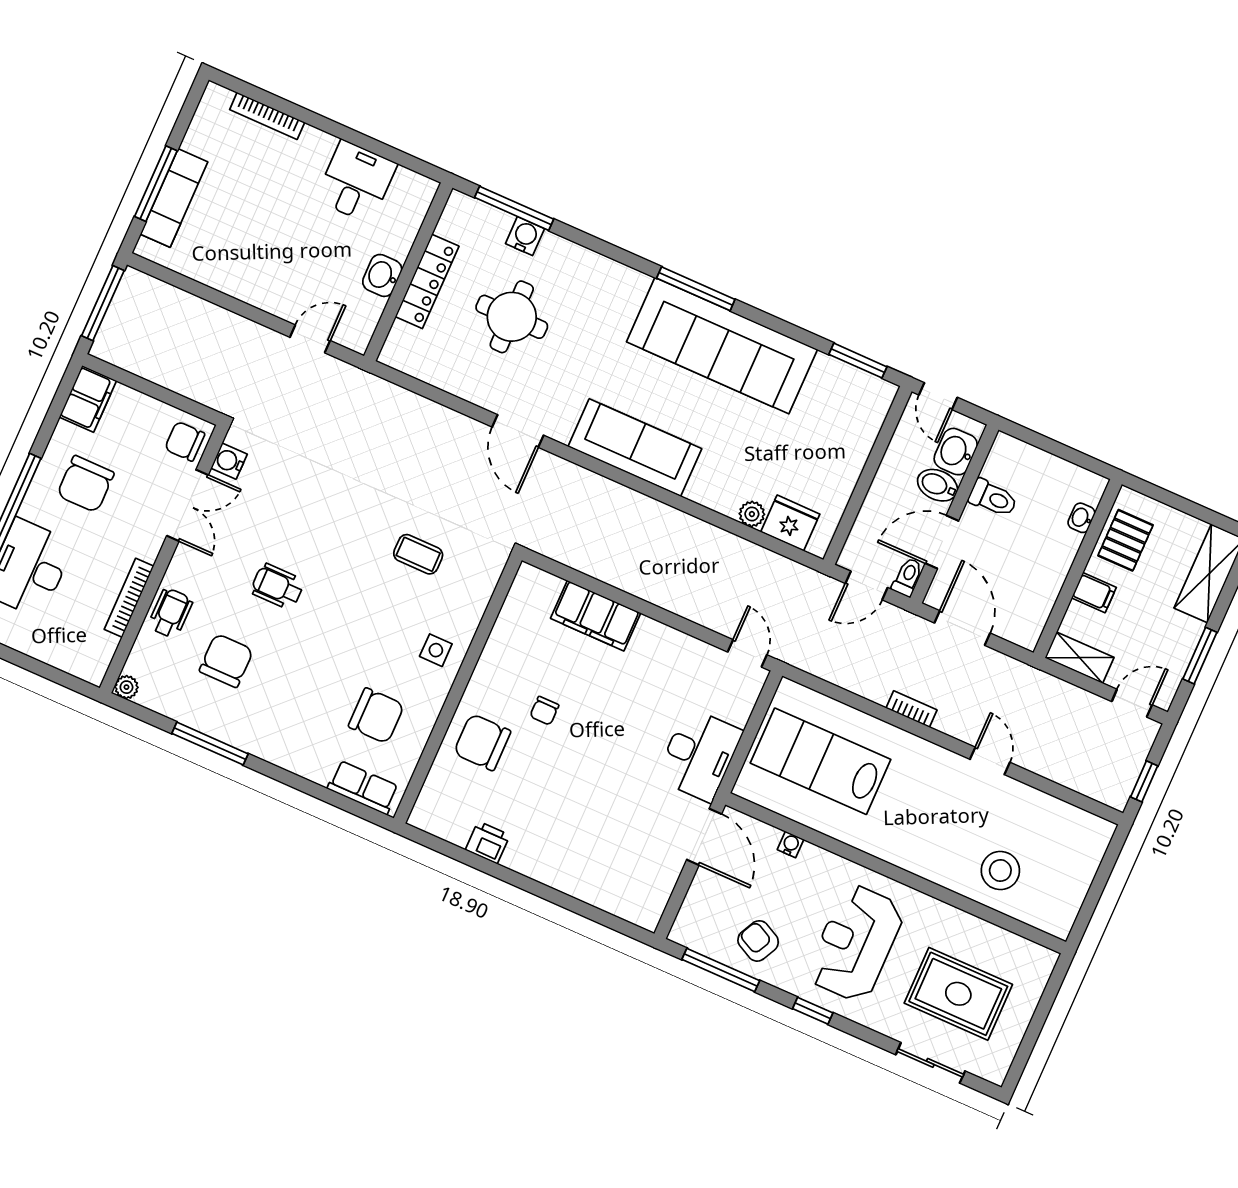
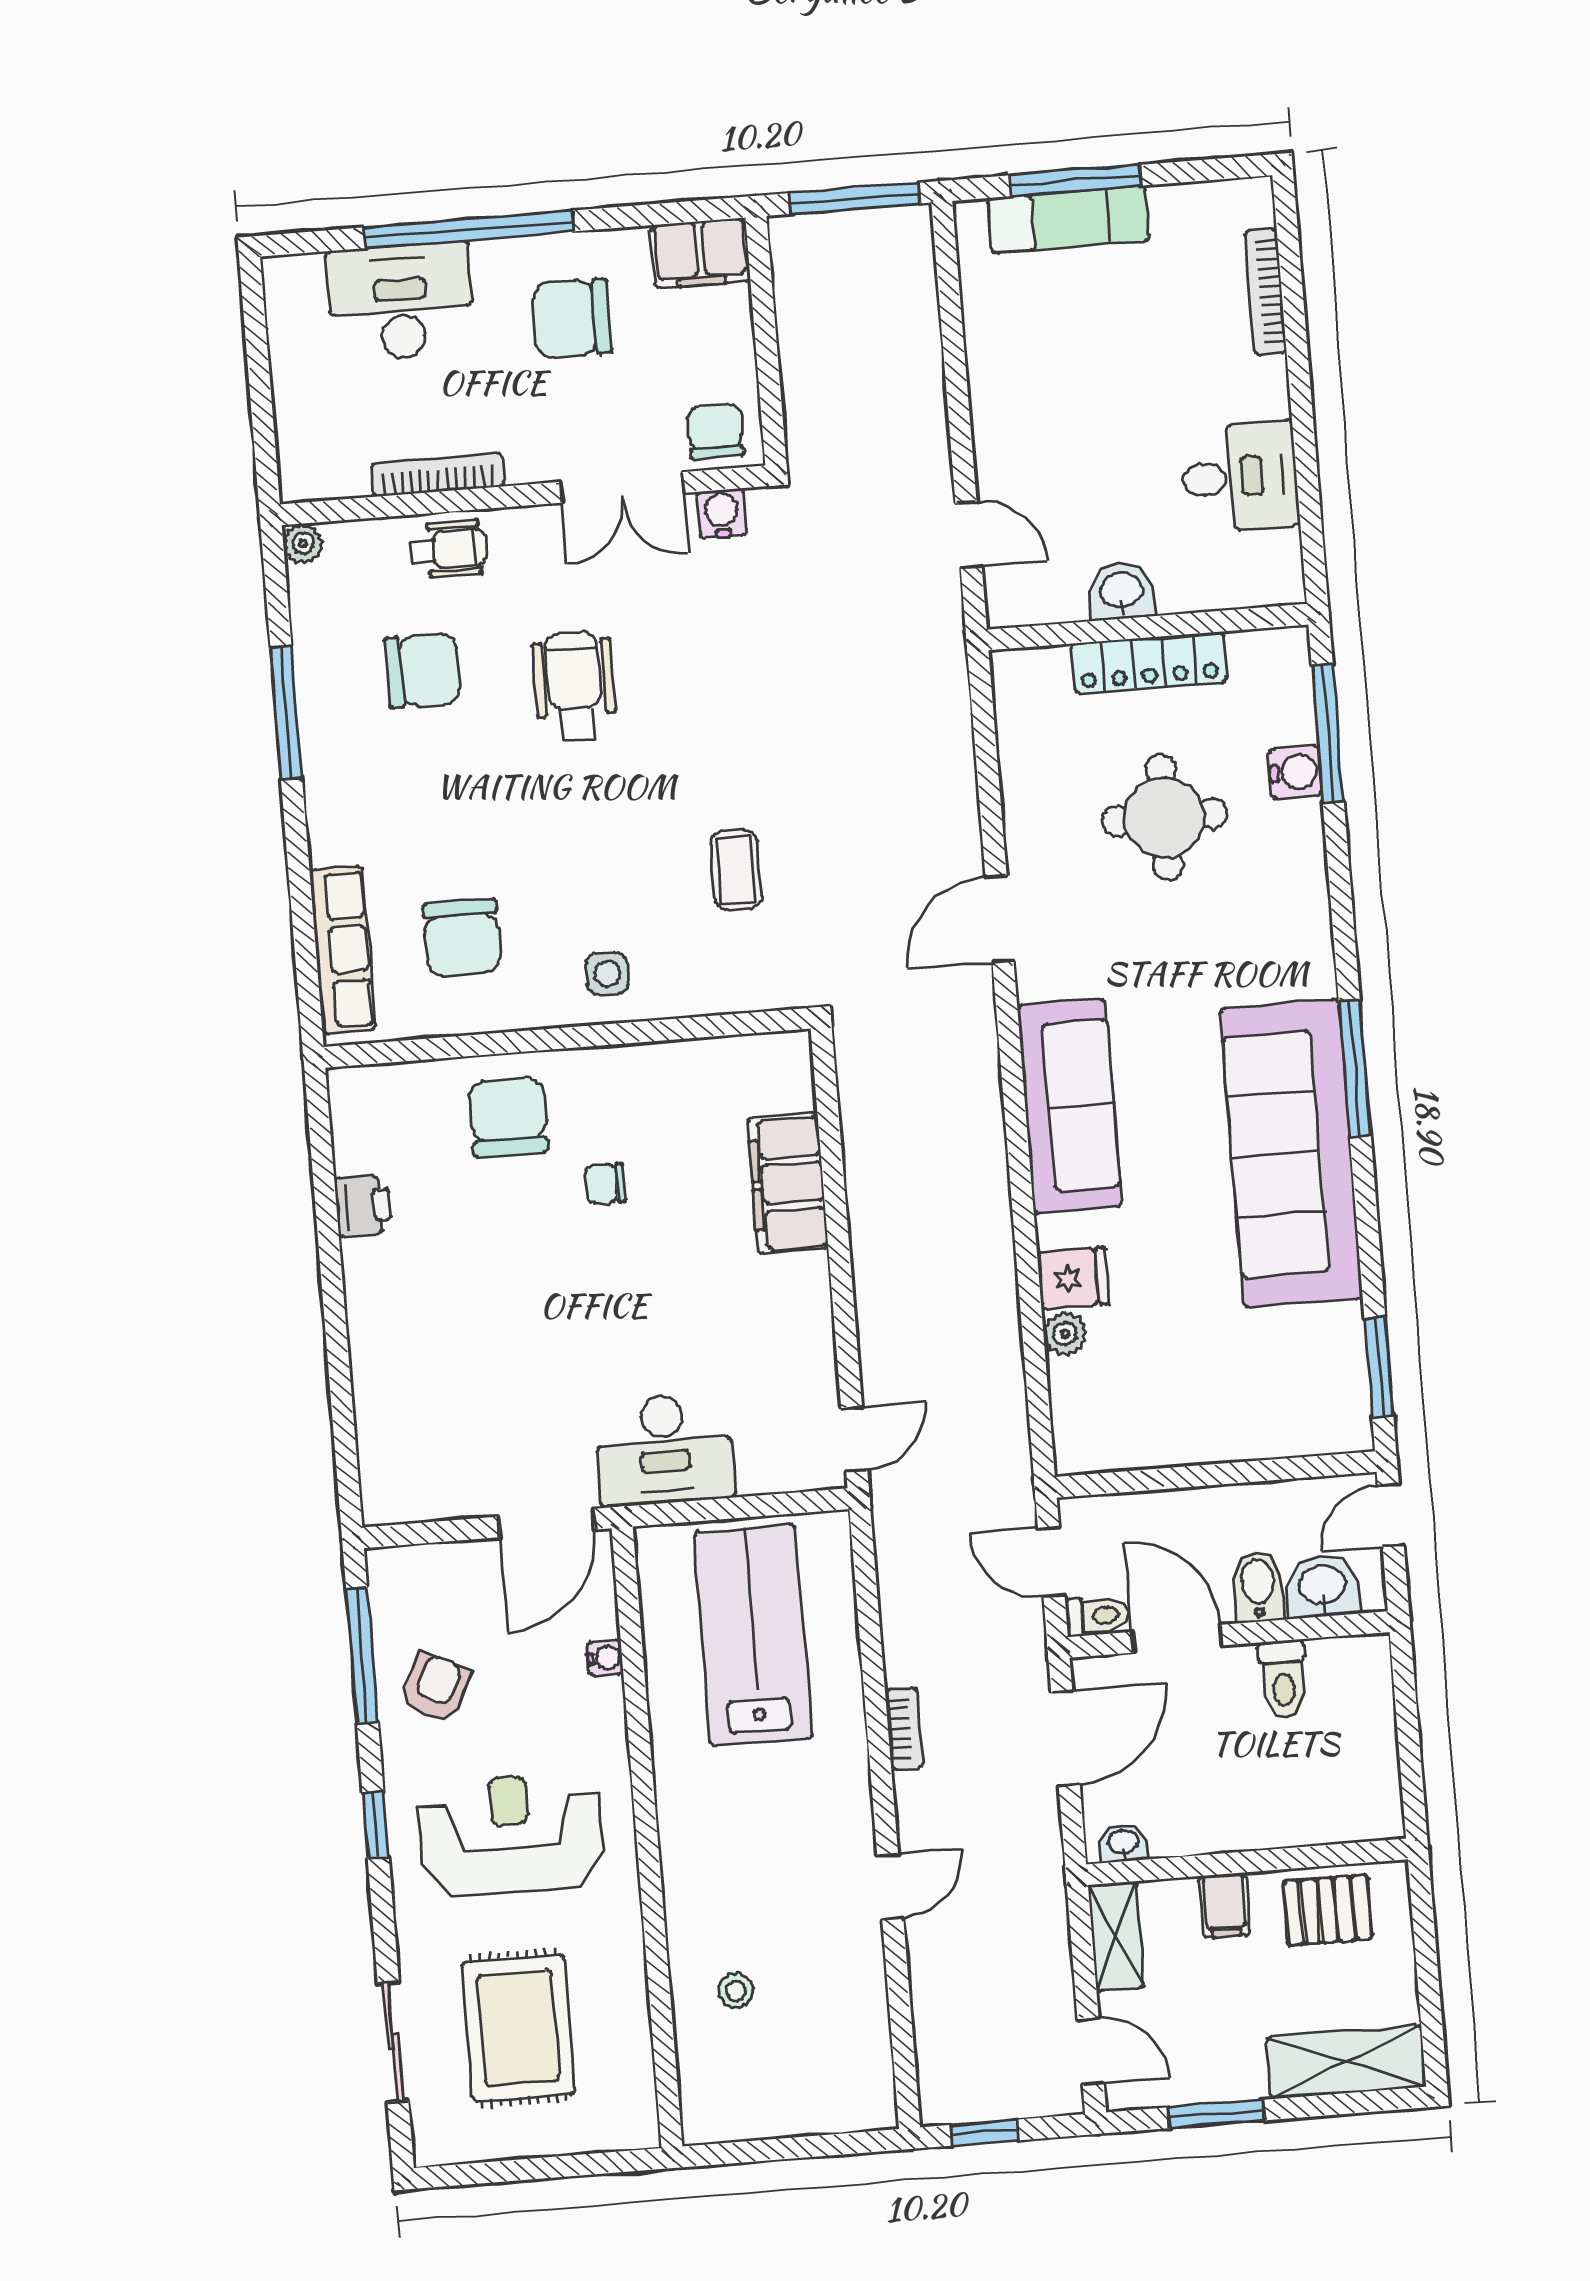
washbasin: (1081, 518) -> (1123, 1843), moved
fridge: (790, 523) -> (1073, 1278), moved, width x0.72
wheelchair: (277, 586) -> (574, 686), width x1.36, depth x1.37
row of seats: (363, 788) -> (342, 950), width x1.48
stool: (1000, 871) -> (736, 1991), width x0.53, depth x0.53

